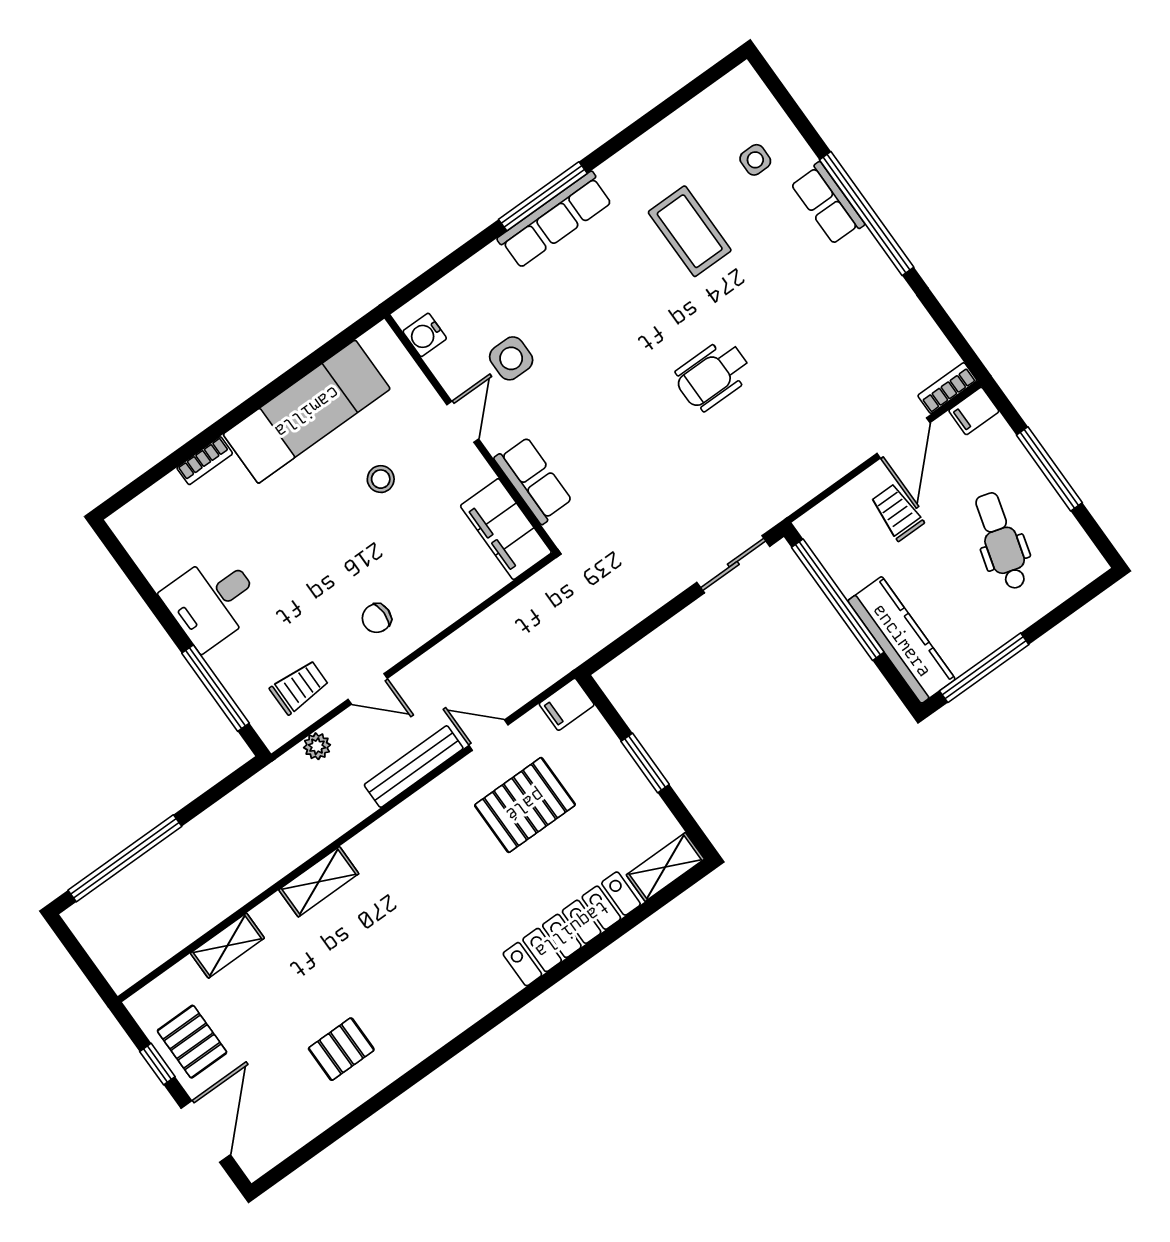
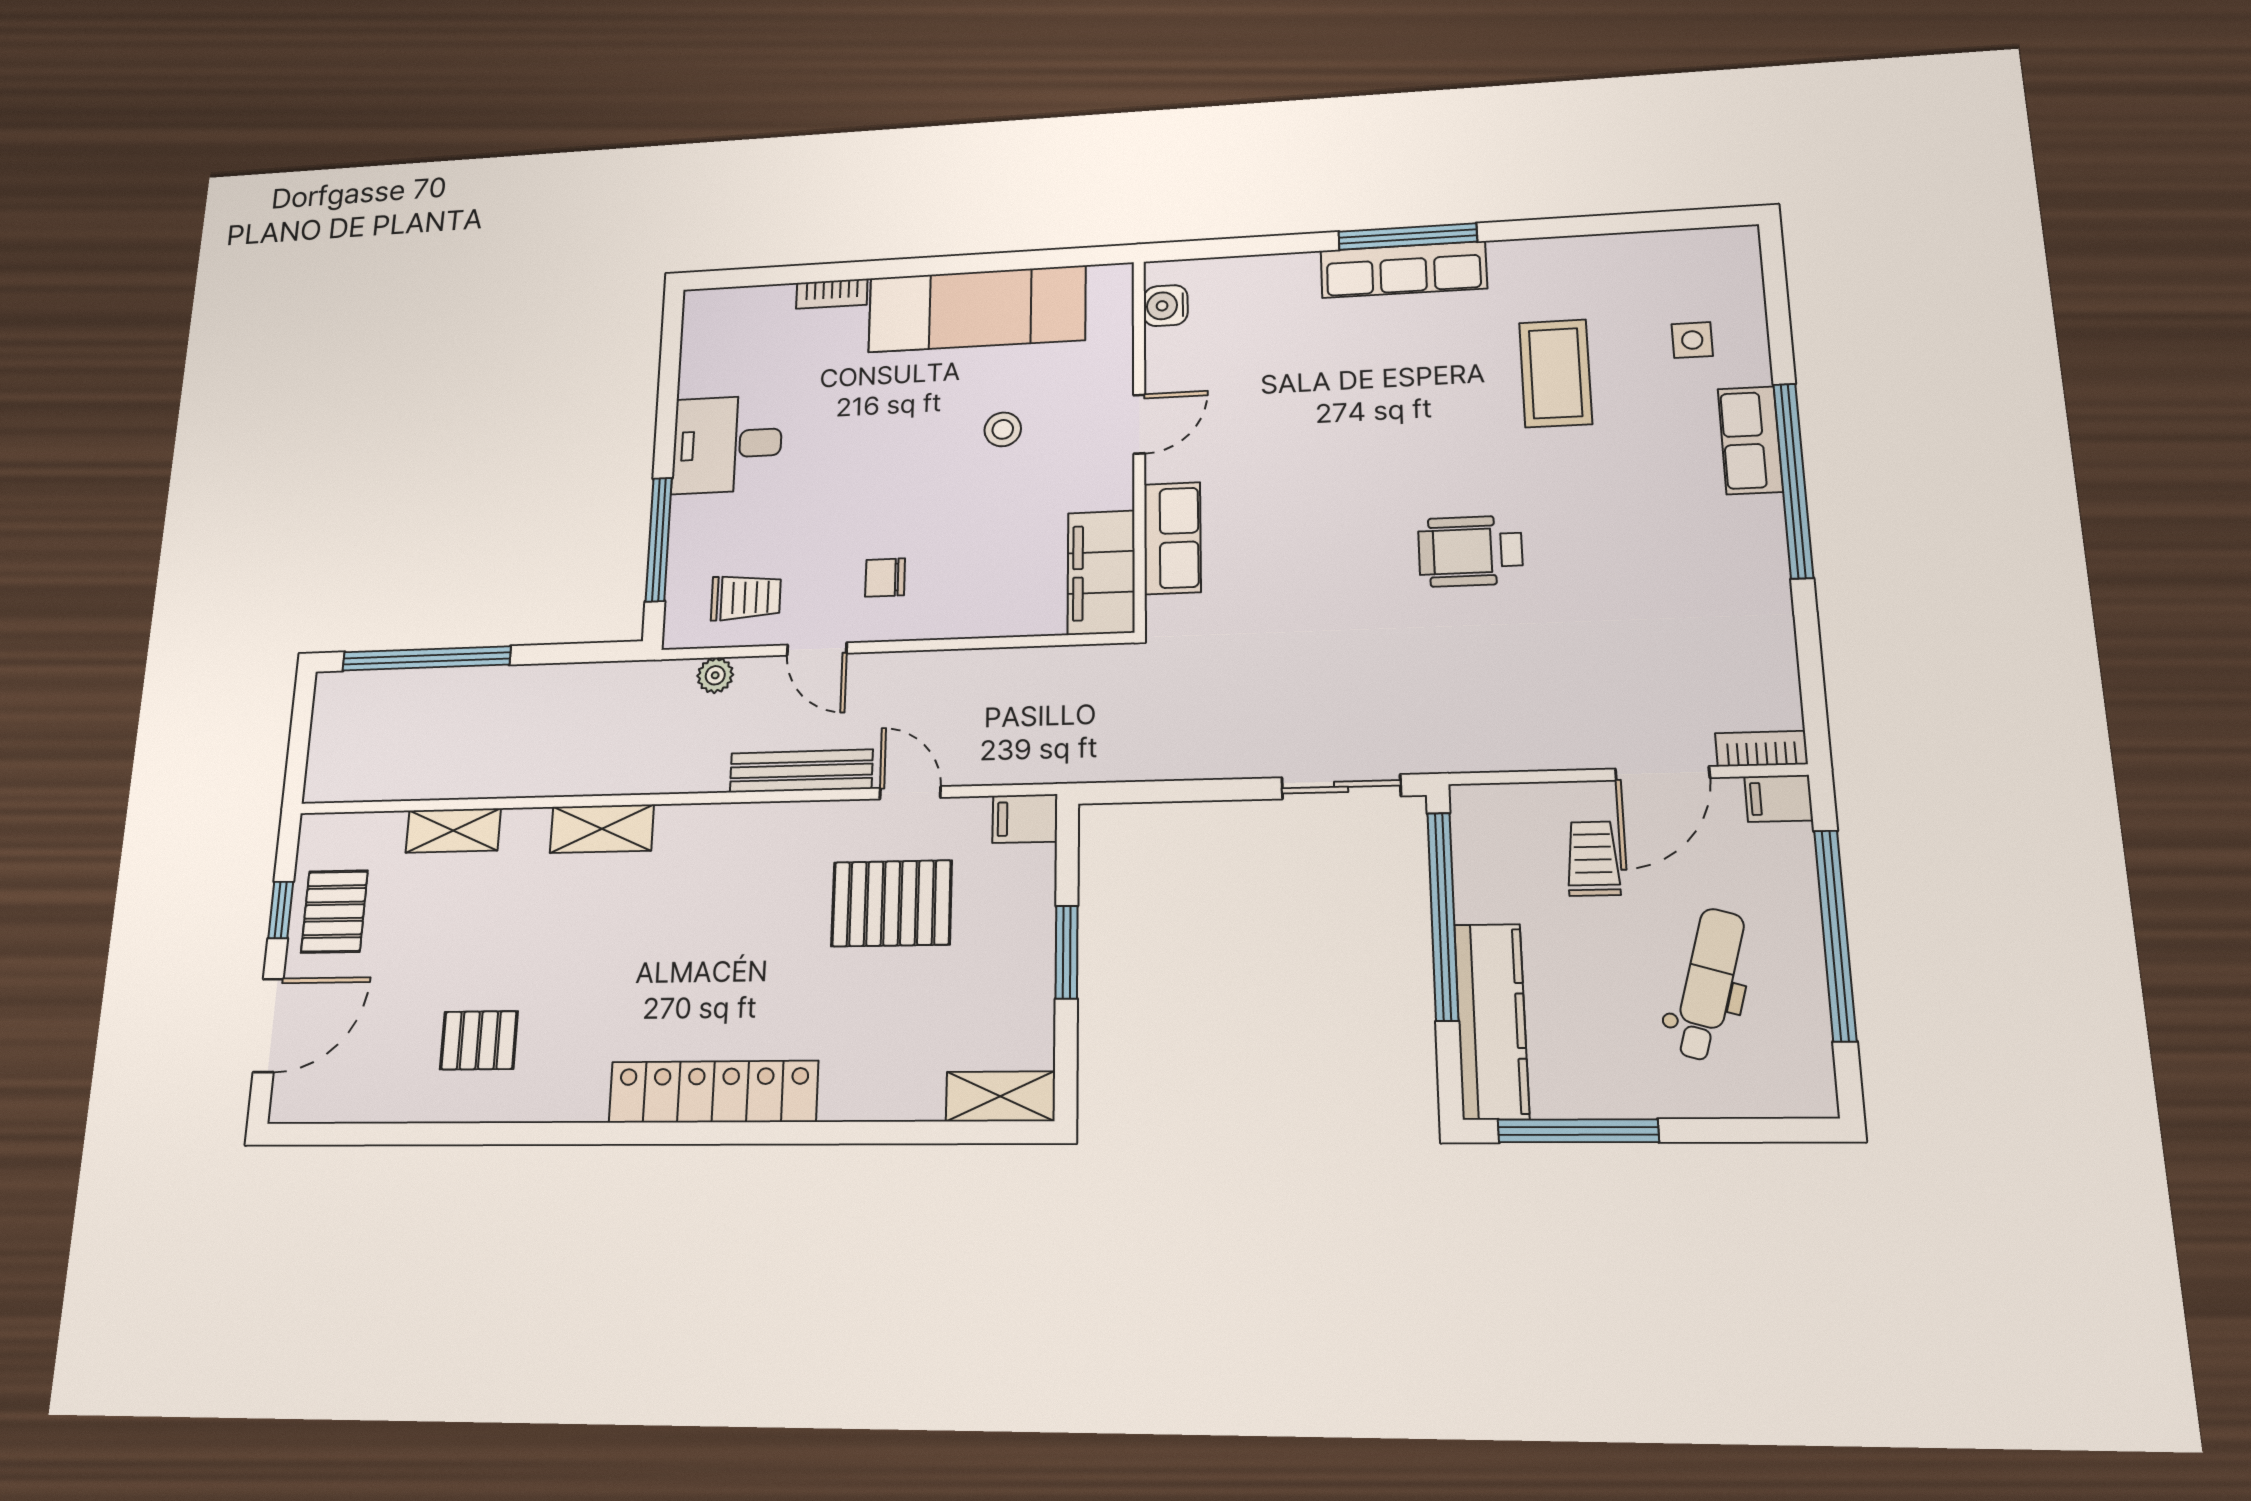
side table: (511, 358) -> (1244, 389), removed
window: (1049, 469) -> (1835, 935), width x1.46
locker: (572, 929) -> (713, 1092), moved

